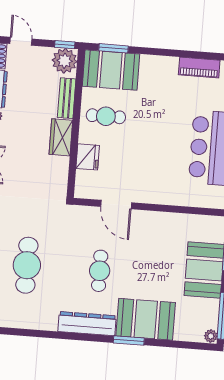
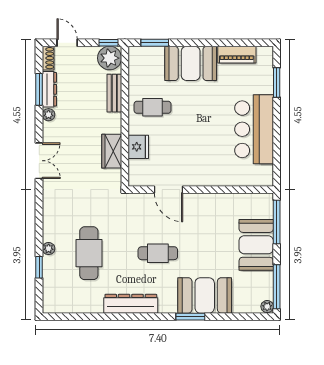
booth: (111, 70) -> (191, 63), moved
wardrobe: (61, 137) -> (112, 151), moved
cafe table: (100, 271) -> (158, 253), turned 90
dresser: (87, 324) -> (131, 304), moved

